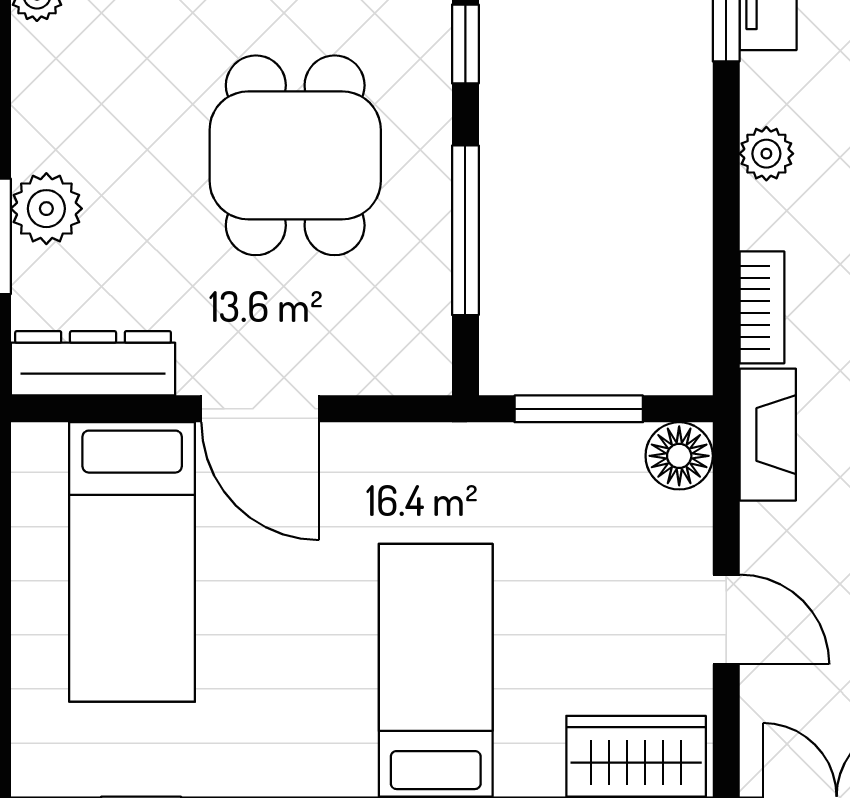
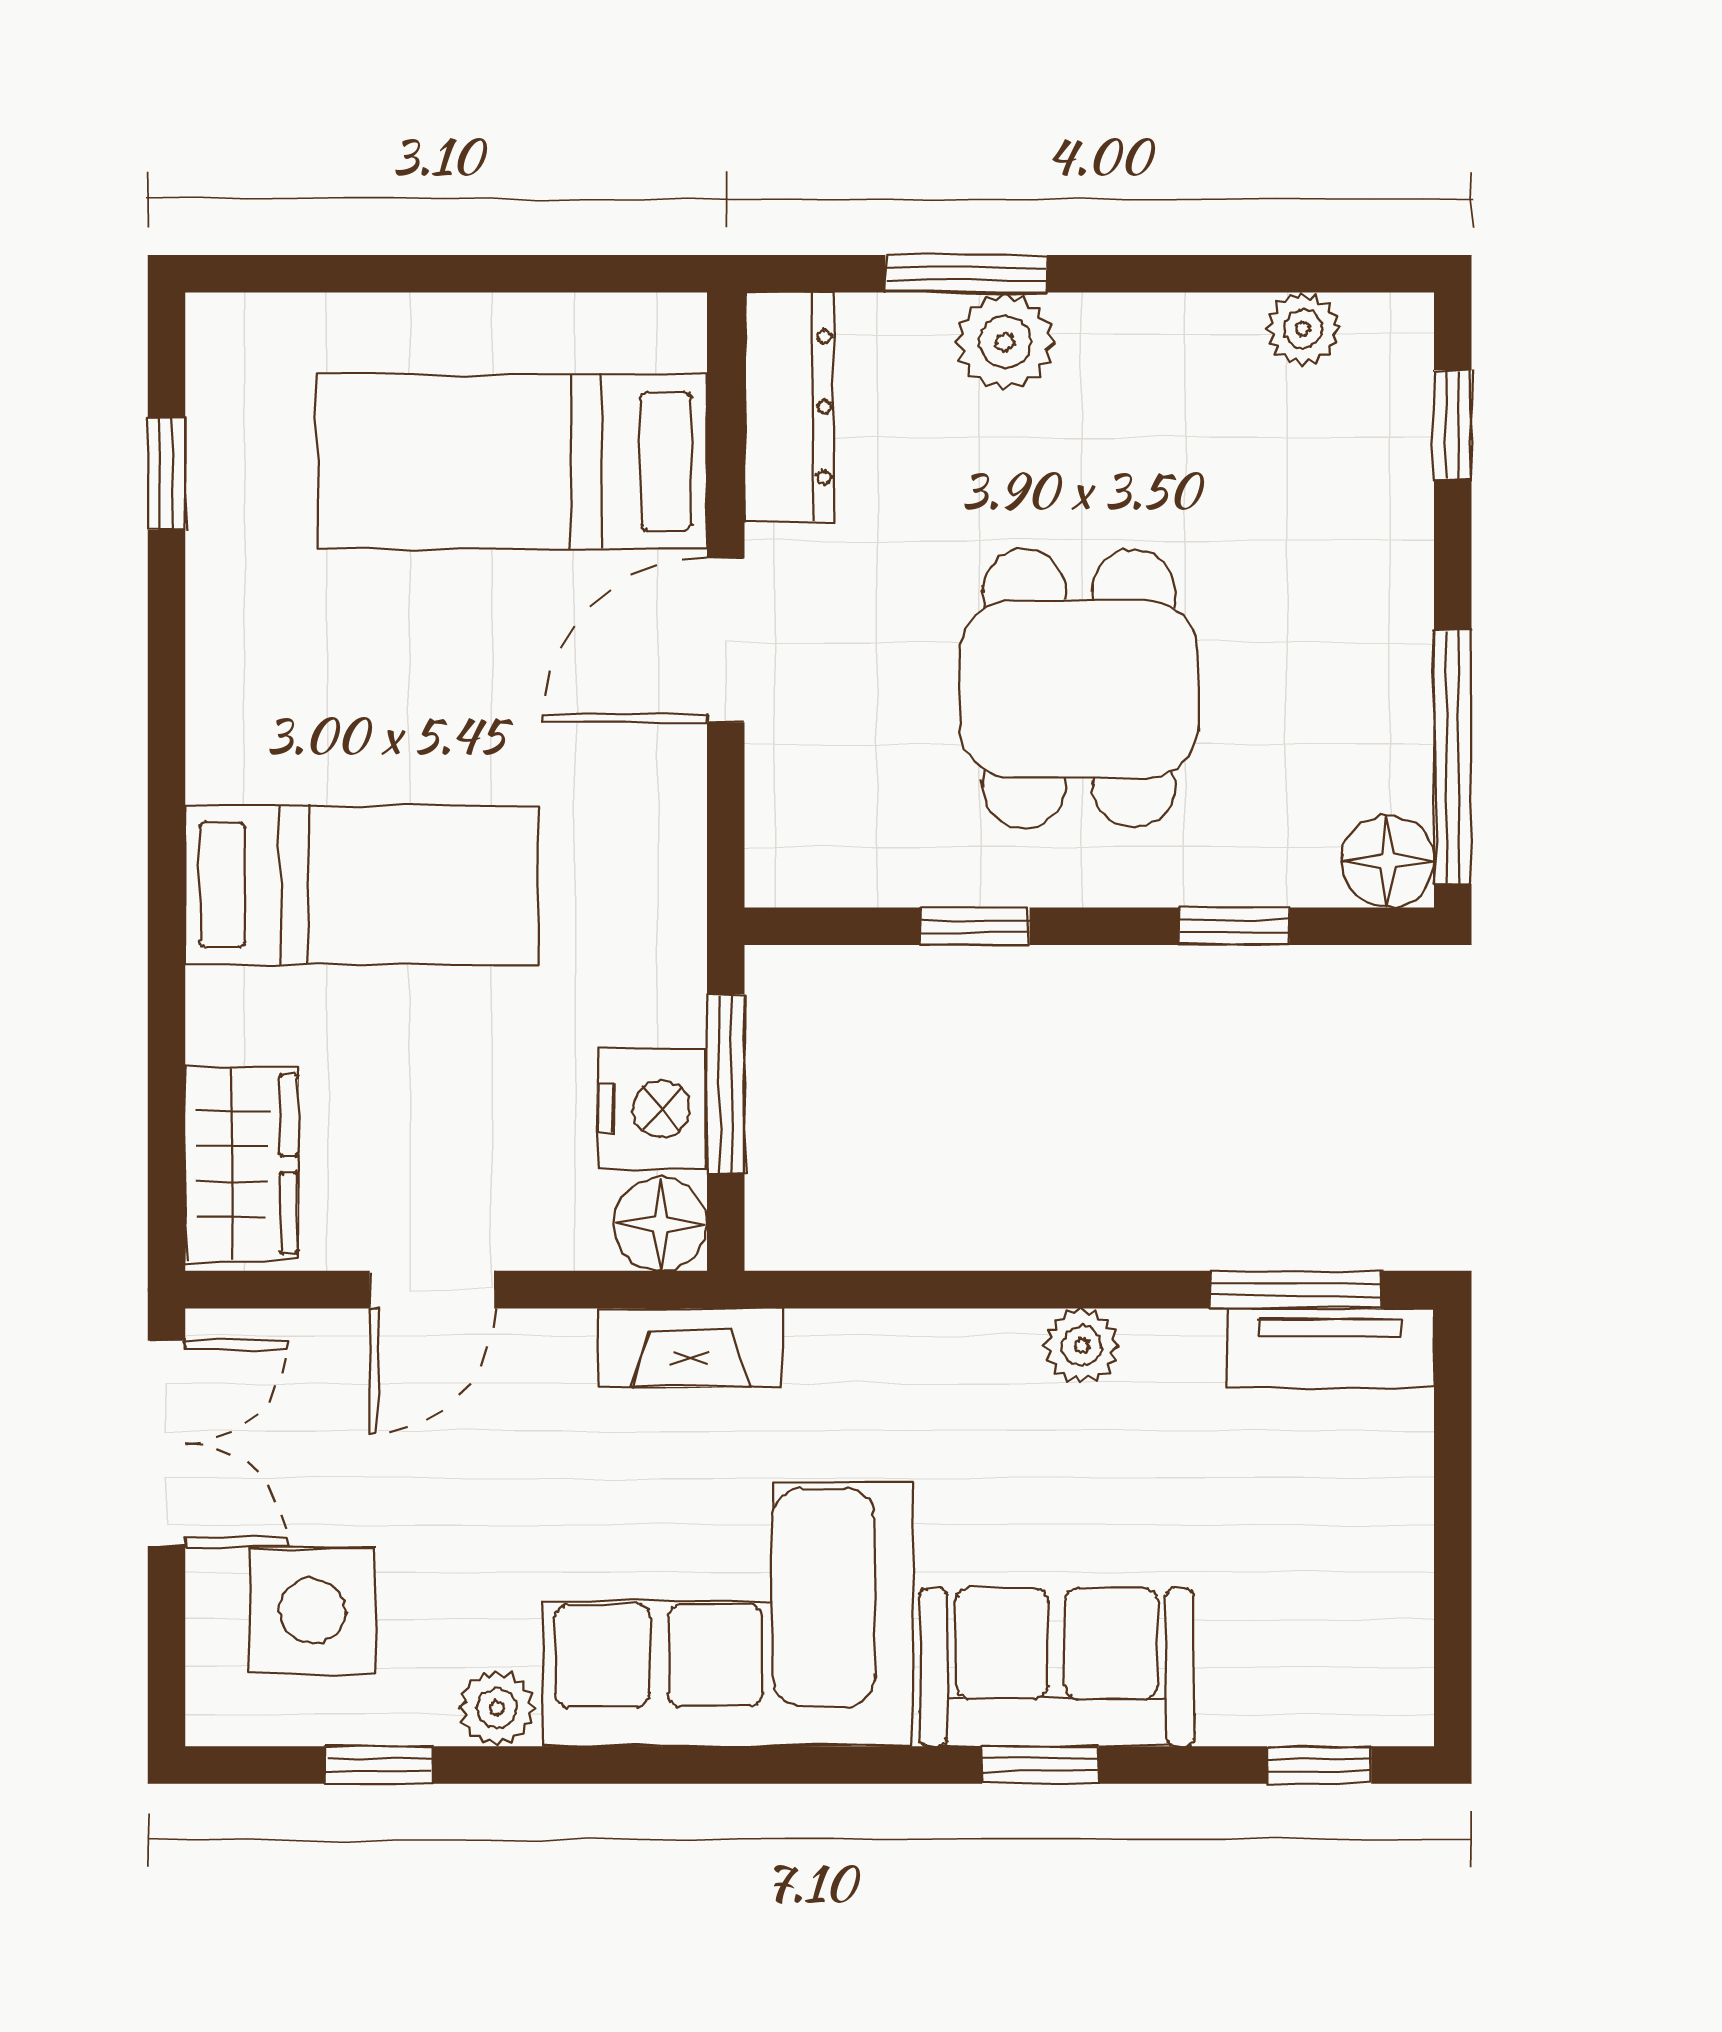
dining table: (295, 155) -> (1079, 689), turned 90
window: (465, 230) -> (975, 926), width x0.46
bookcase: (762, 307) -> (867, 1339), removed
nightstand: (597, 461) -> (653, 1109), added

